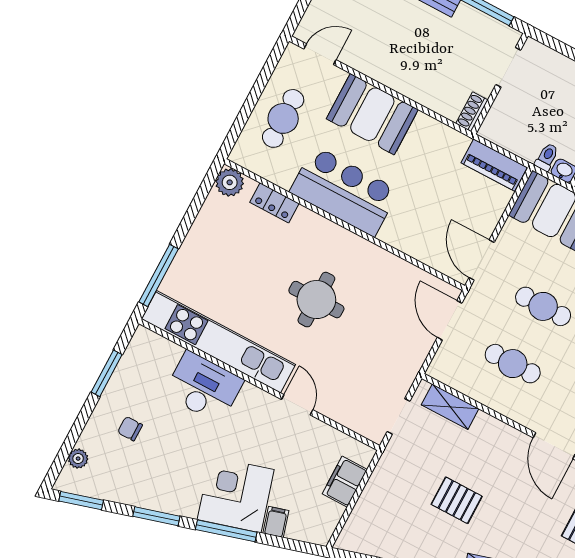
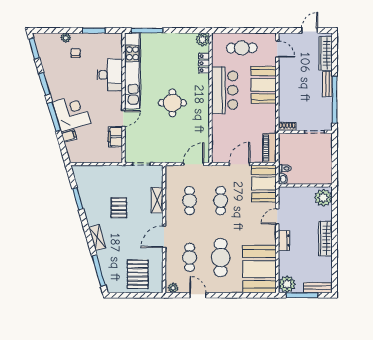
door: (482, 260) -> (239, 164), moved
shelving: (450, 407) -> (157, 200), moved
plant: (78, 459) -> (66, 38), moved
filing cabinet: (345, 482) -> (115, 137), moved, turned -90

